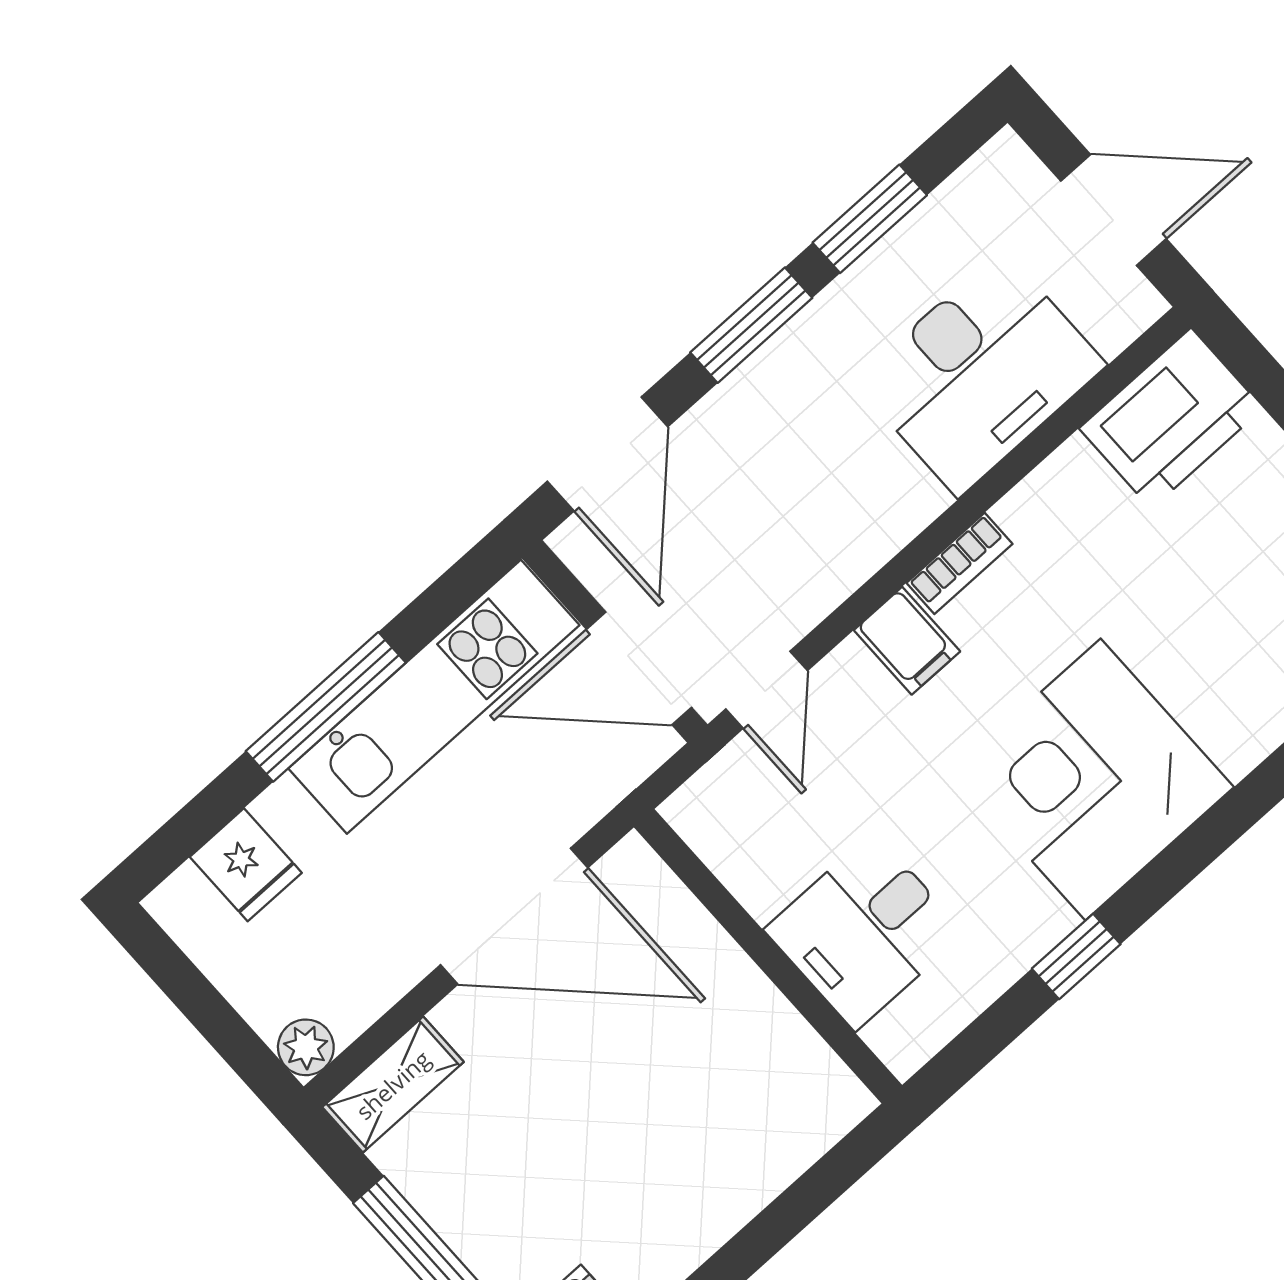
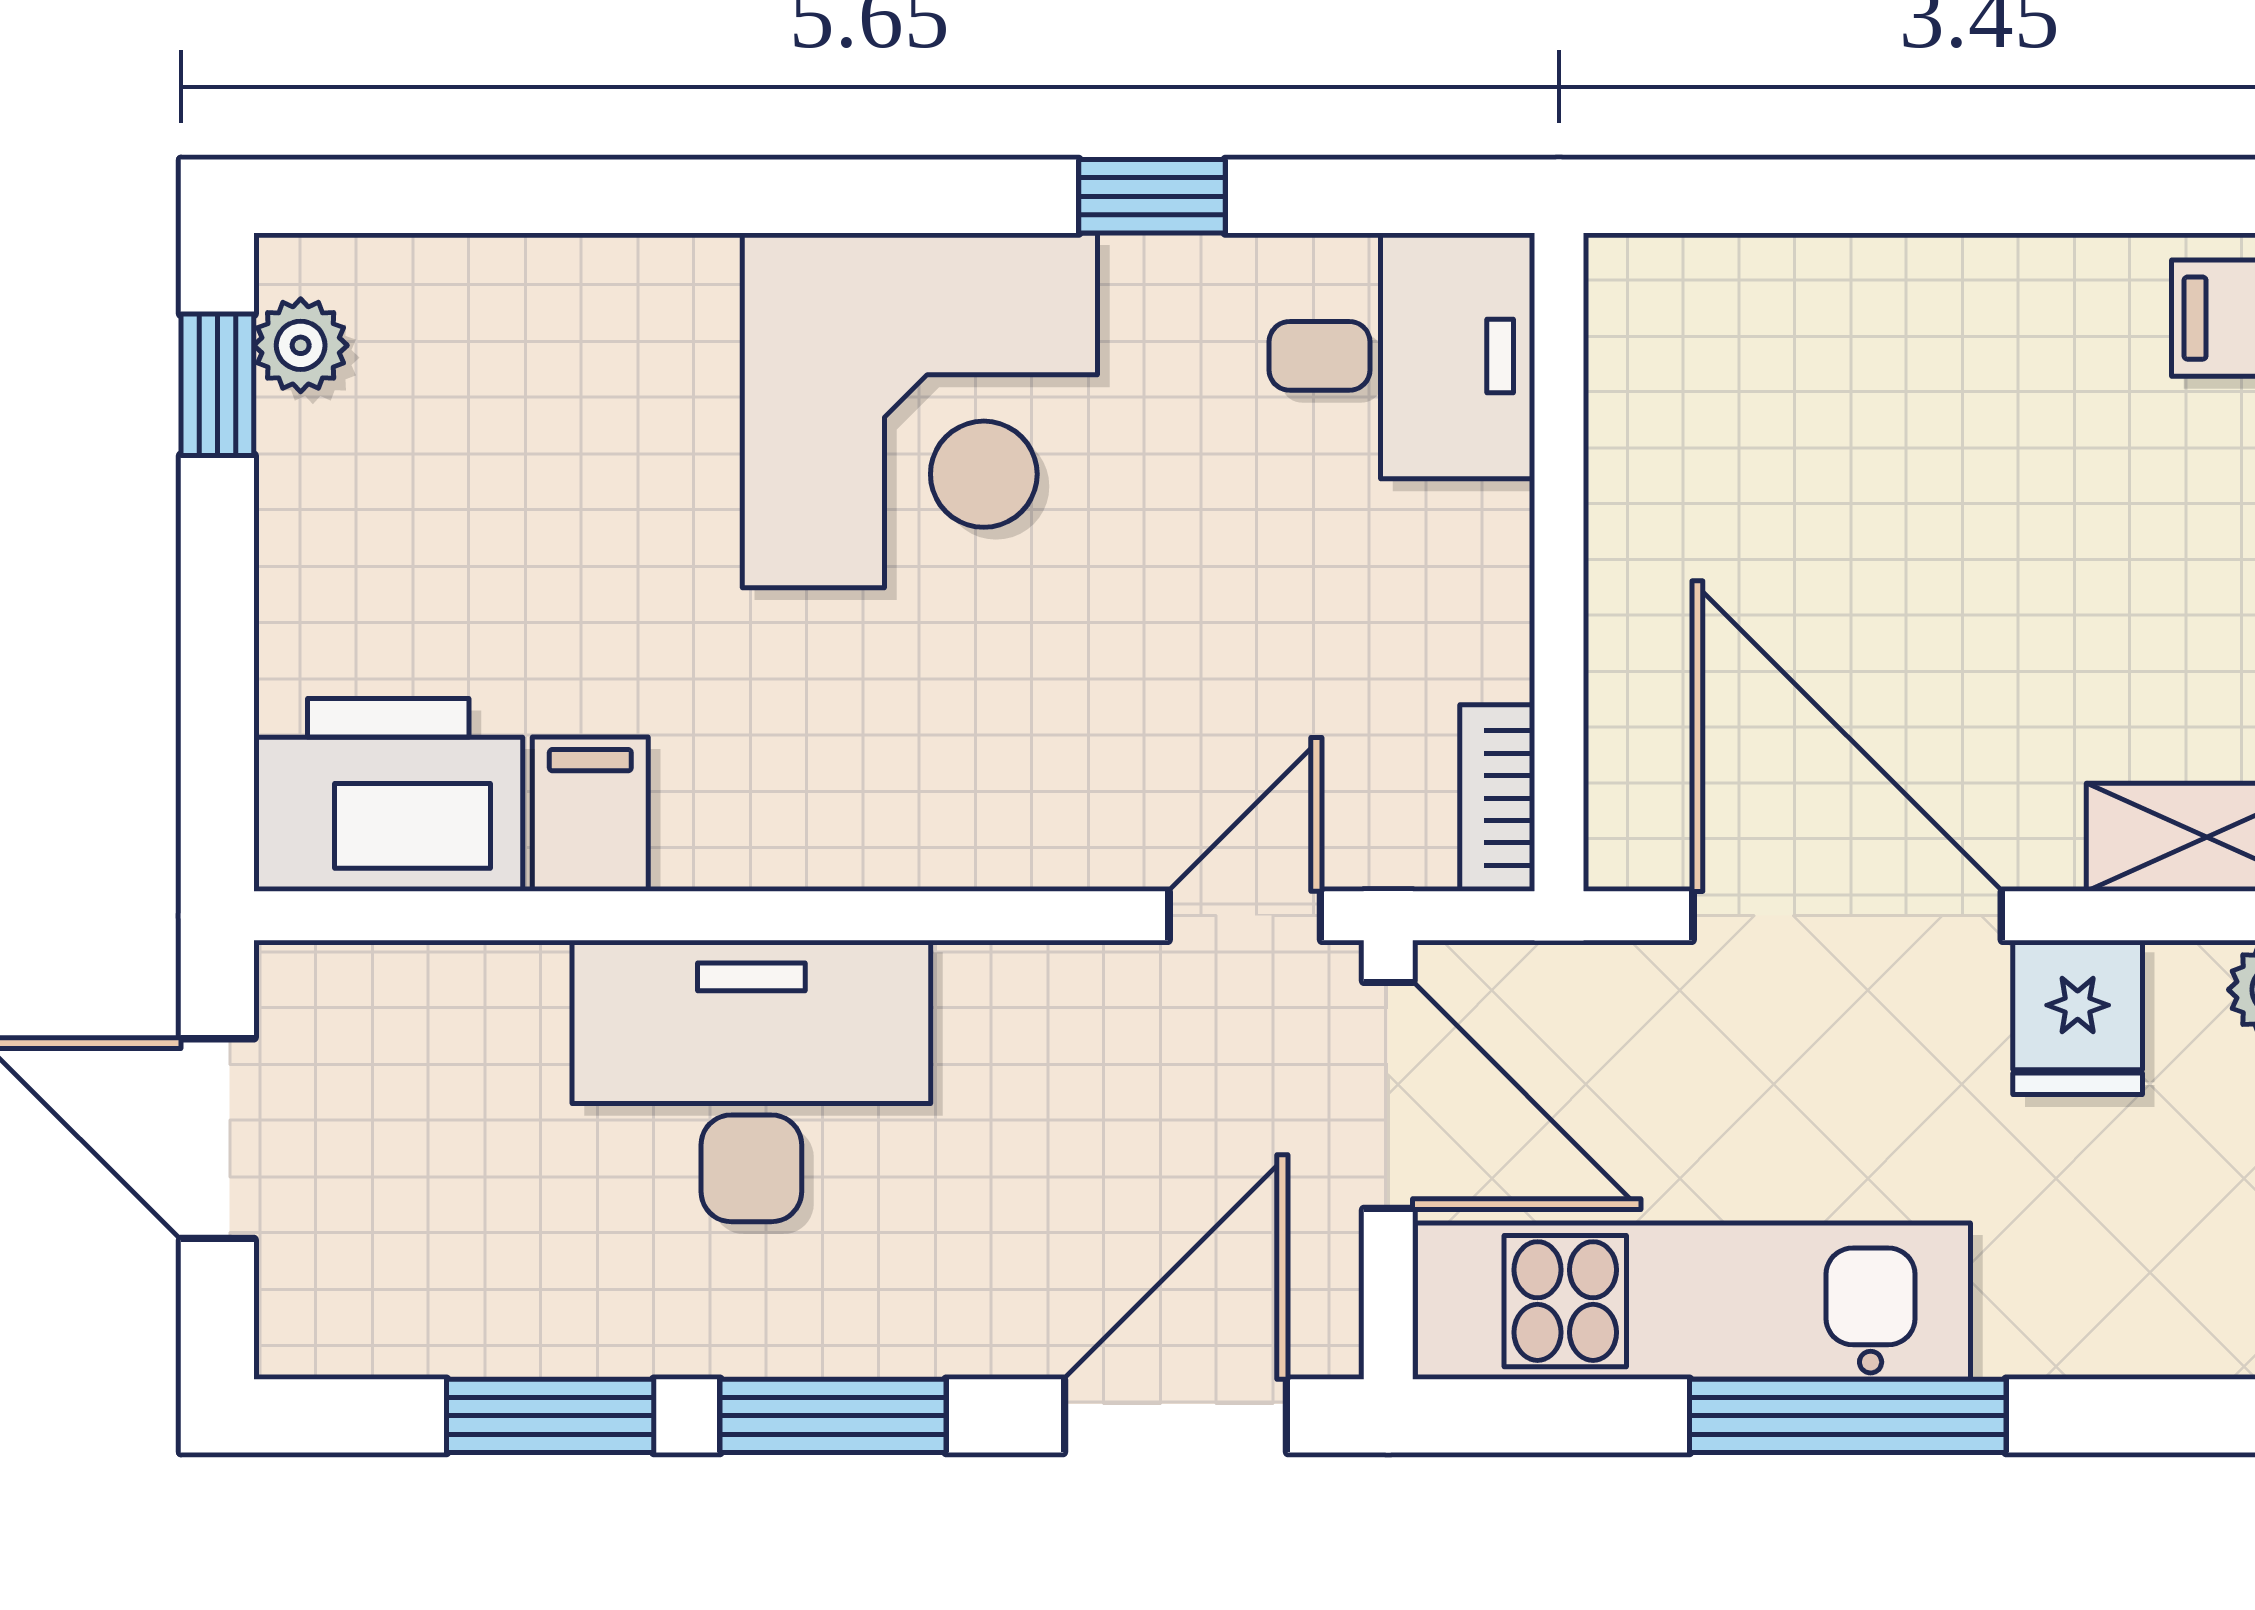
desk: (980, 373) -> (751, 1081), moved
bookcase: (960, 563) -> (1497, 798), moved, turned -90
filing cabinet: (907, 641) -> (590, 814), moved
fridge: (246, 865) -> (2078, 1017), moved, turned 180
desk: (864, 931) -> (1402, 356), moved

